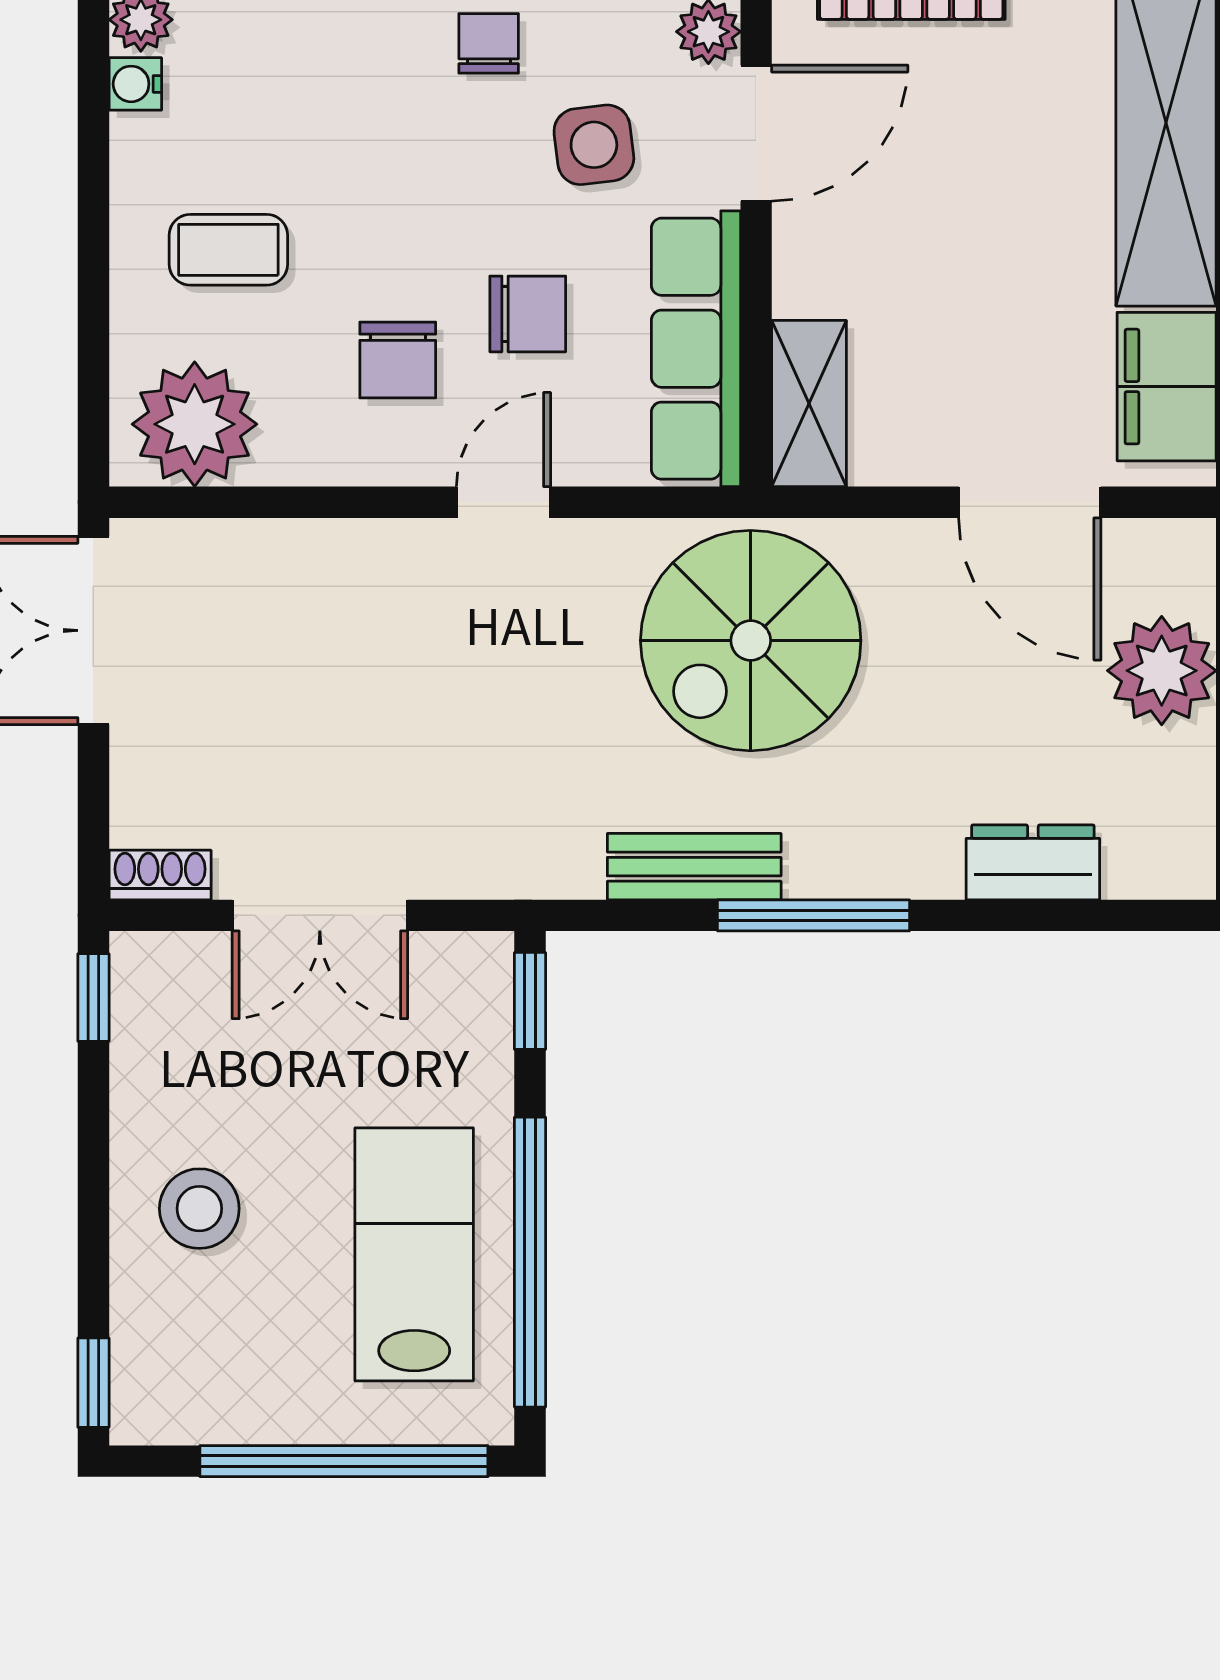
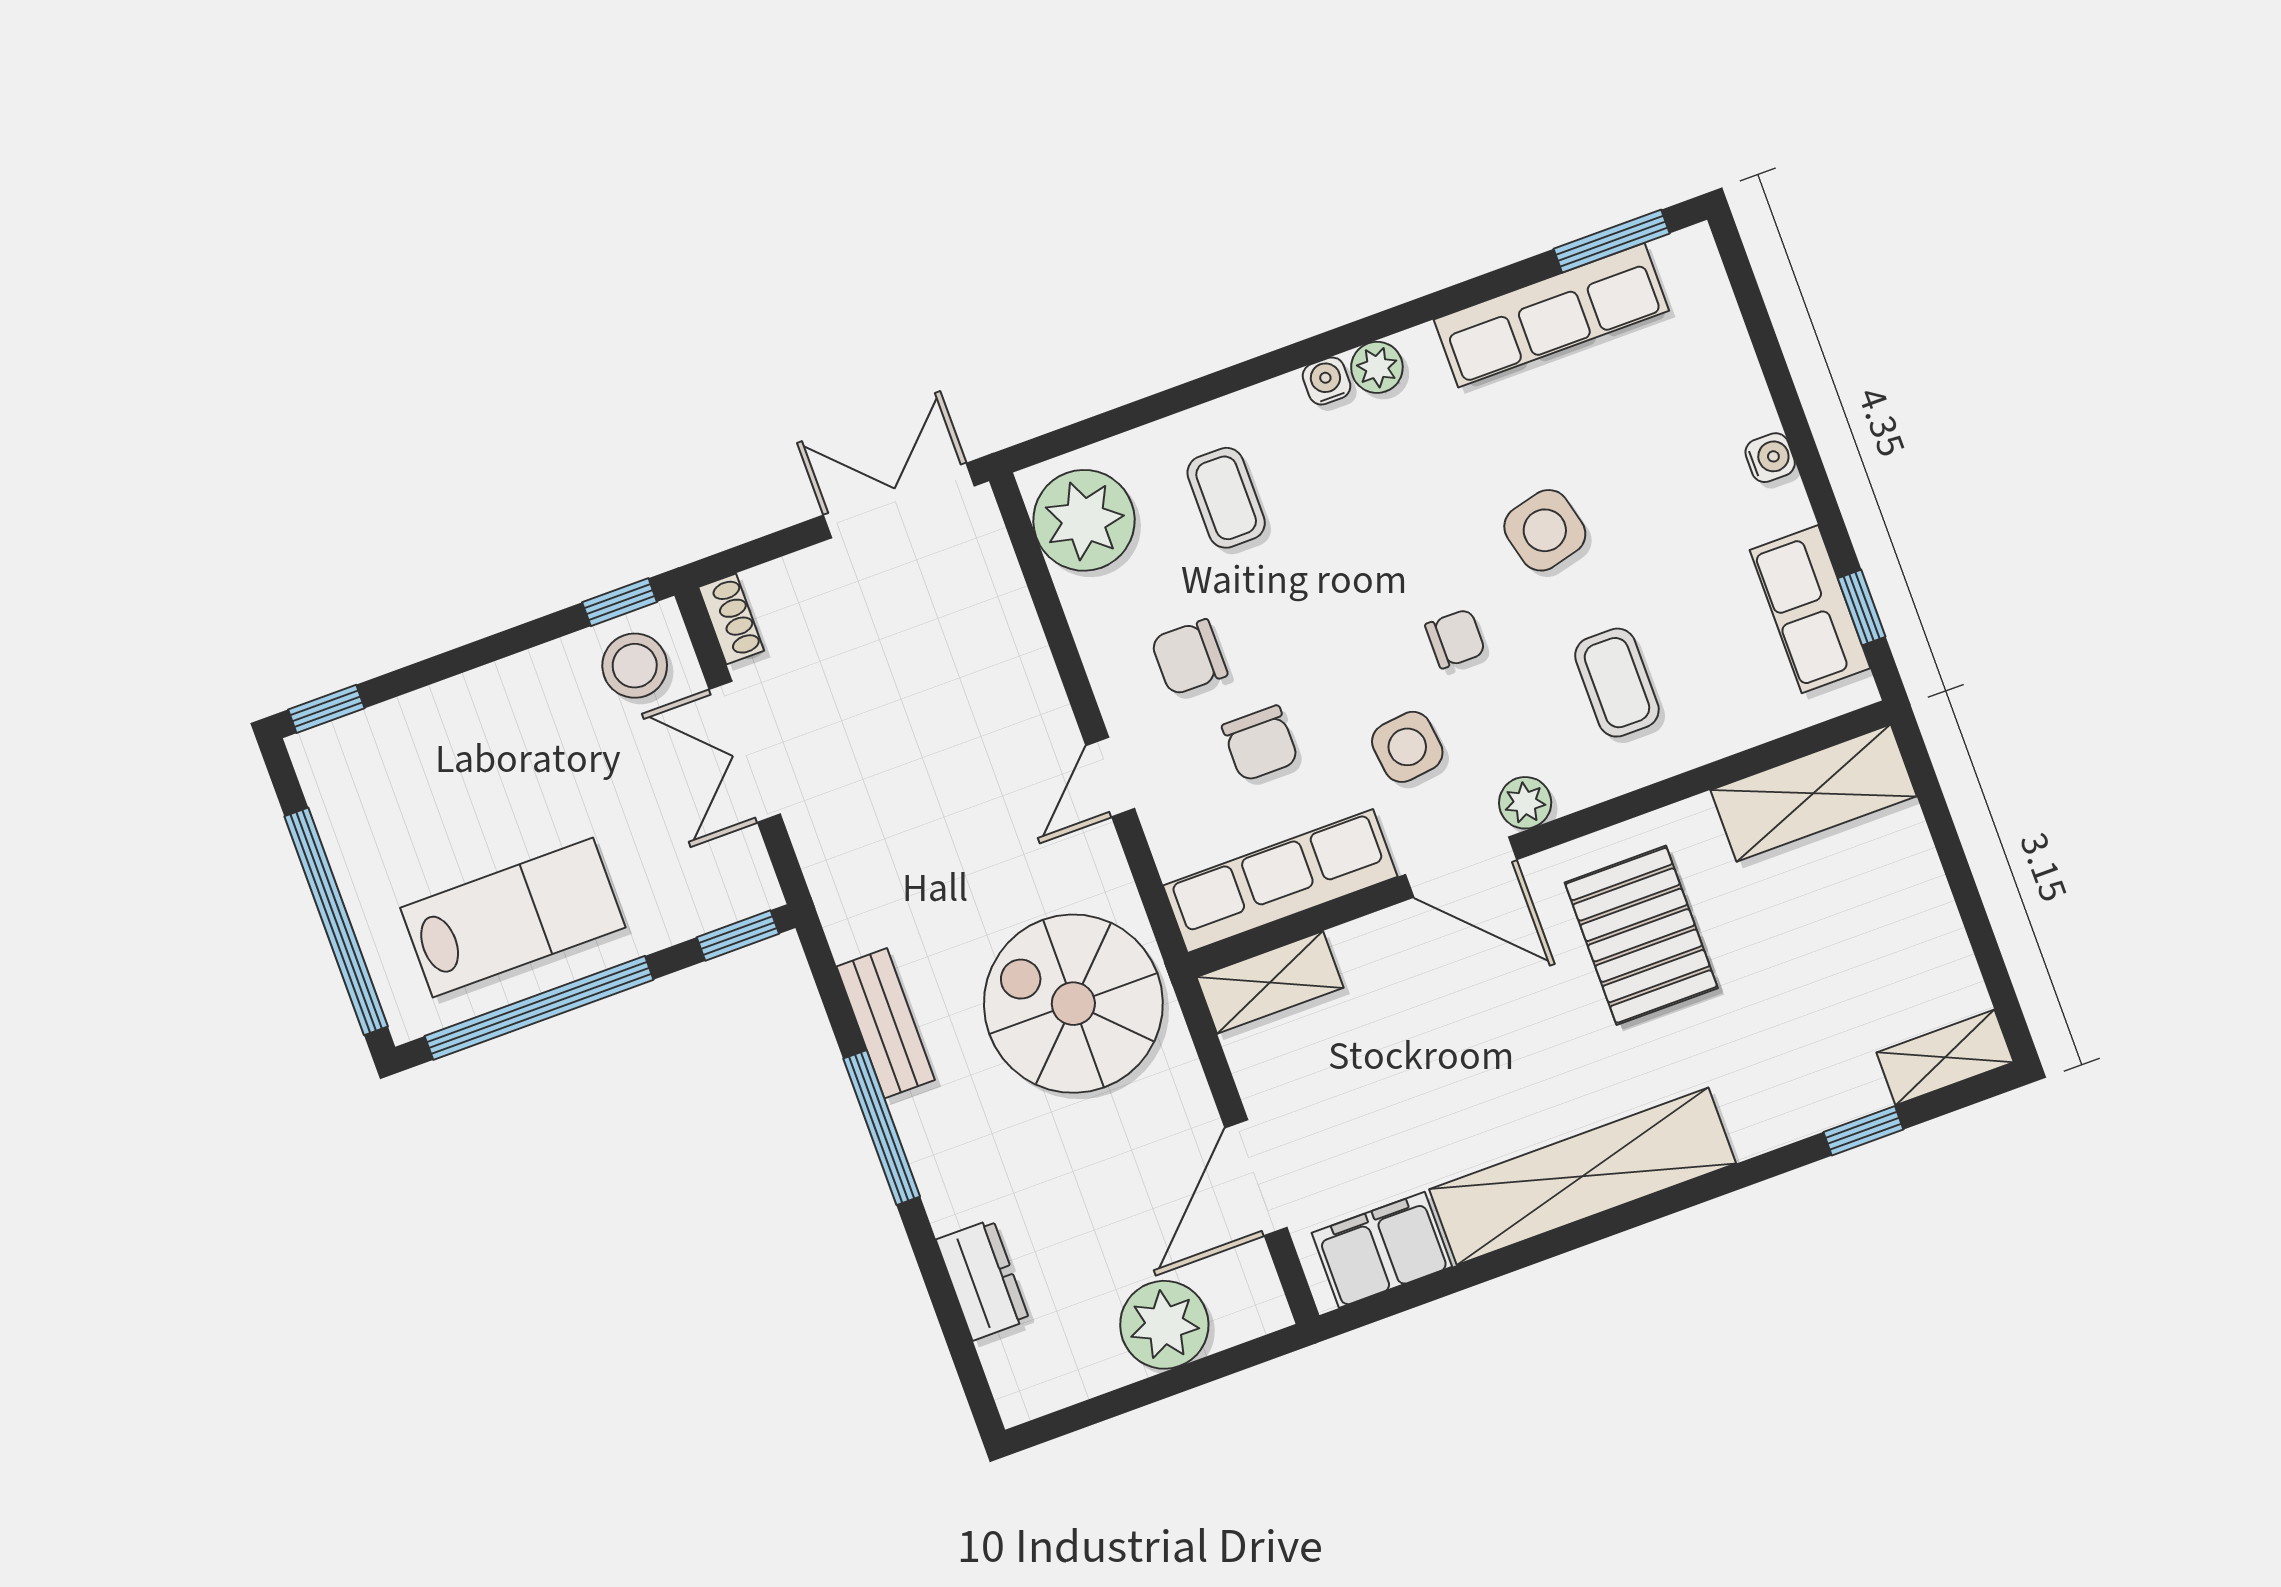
door: (504, 502) -> (1110, 777), swing flipped
stool: (199, 1209) -> (635, 666), moved

